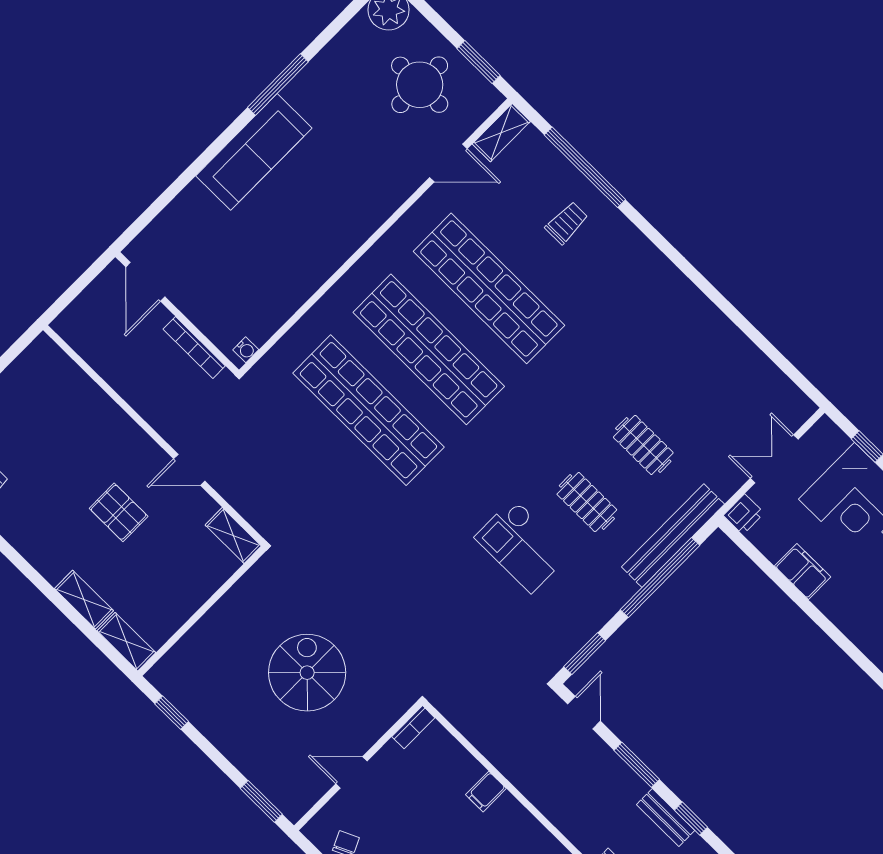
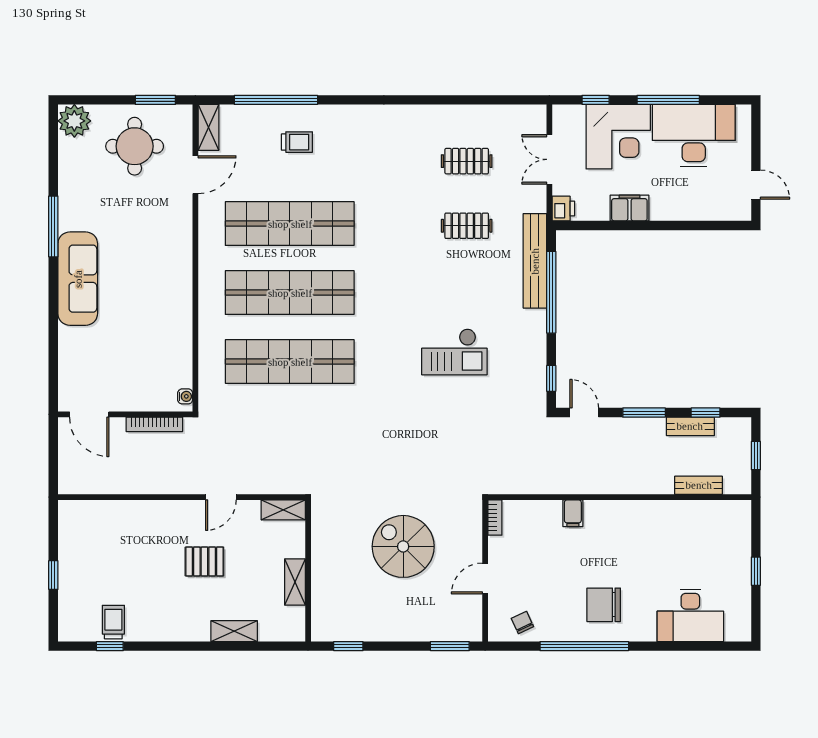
trolley: (567, 223) -> (297, 142), turned 90
clothes rail: (587, 502) -> (467, 161), moved
shelving: (126, 642) -> (295, 582), moved, turned 90
window: (585, 654) -> (551, 378), width x0.67

